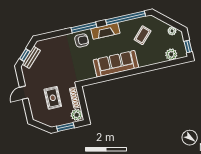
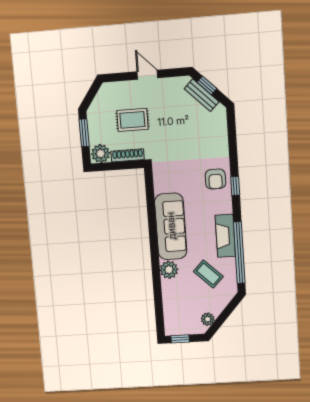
window: (84, 28) -> (235, 186), width x0.46
fireplace: (105, 31) -> (225, 236), moved
plant: (171, 54) -> (169, 270), moved

